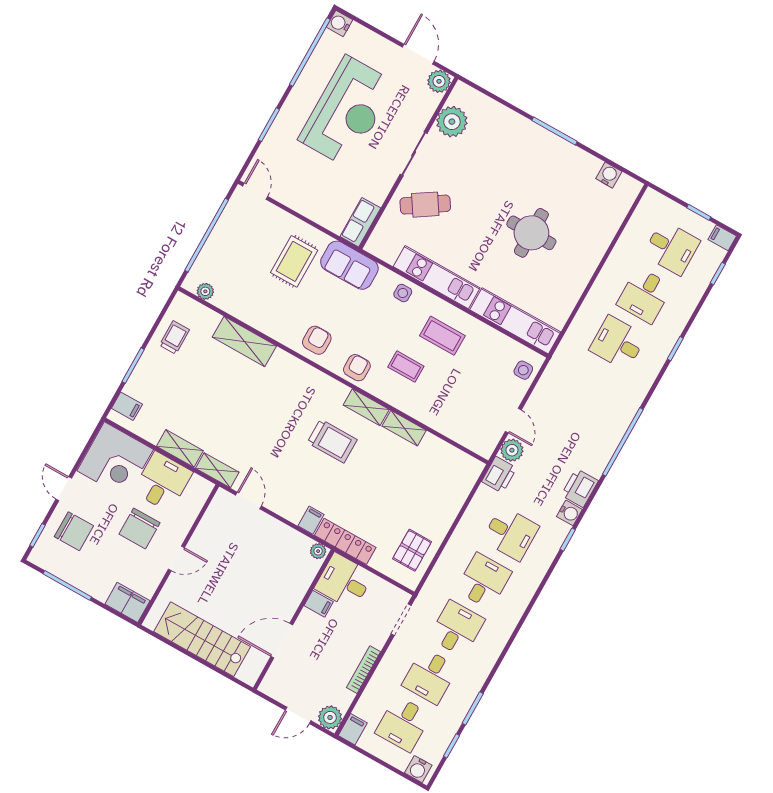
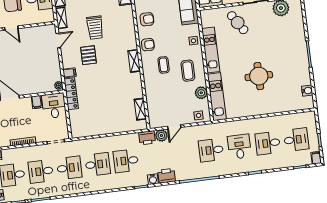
desk: (671, 248) -> (296, 140), turned -90
plant: (492, 340) -> (201, 93), added
desk: (591, 391) -> (211, 150), added
shelving: (404, 428) -> (140, 109), moved
trolley: (332, 441) -> (95, 28), moved
desk: (510, 533) -> (126, 161), turned 90
pallet: (412, 550) -> (88, 55), moved, turned 90

